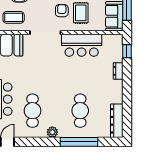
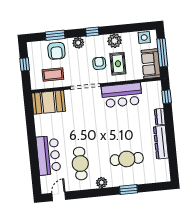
cafe table: (80, 111) -> (127, 159), turned 90
dresser: (117, 121) -> (161, 142), moved
window: (79, 142) -> (129, 190), width x0.47

